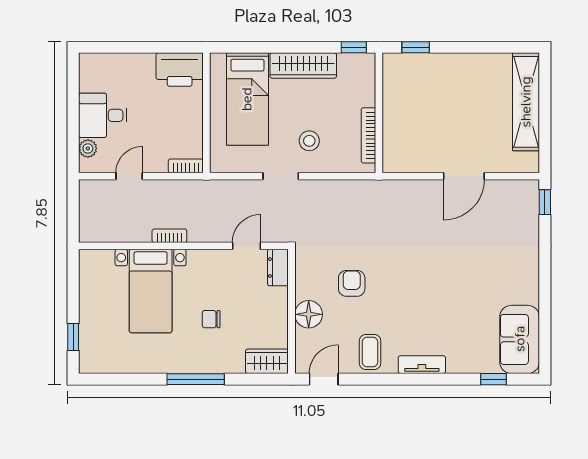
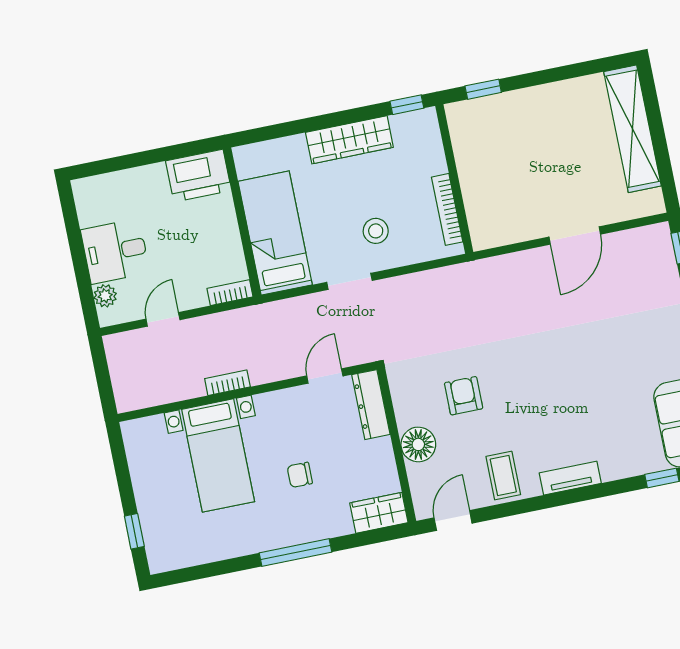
bed: (247, 99) -> (275, 233), moved, turned 180
dresser: (278, 268) -> (371, 405), width x1.44

